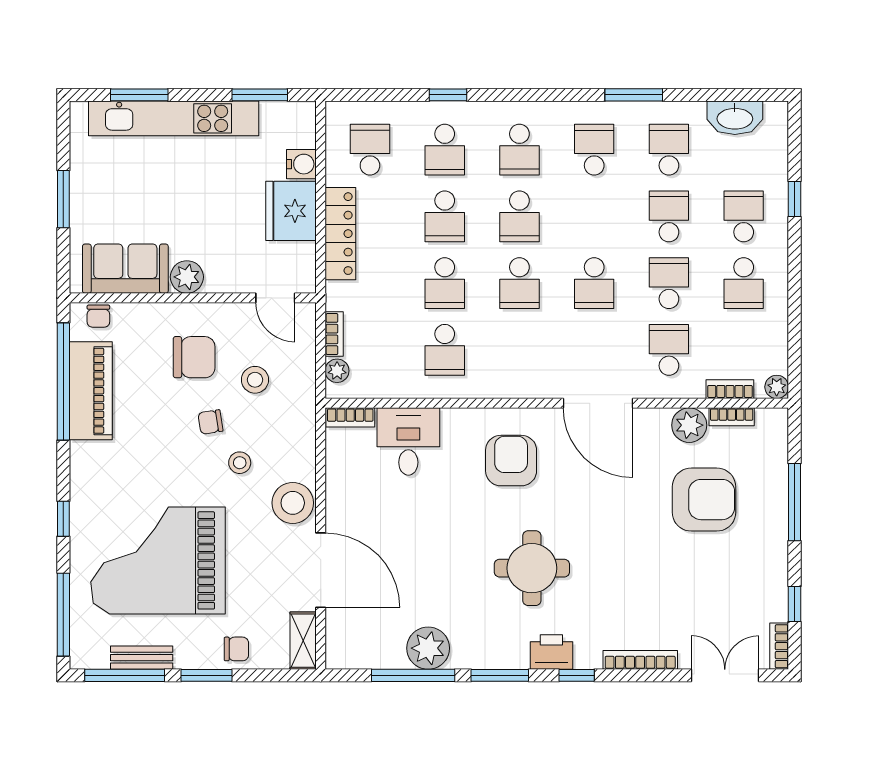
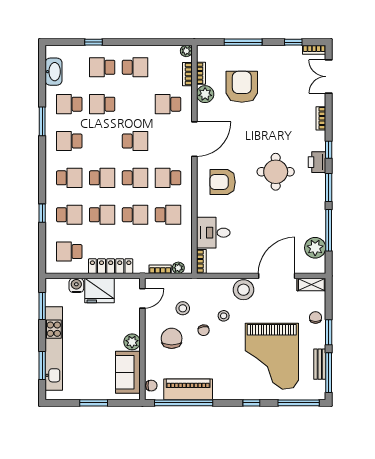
school desk: (669, 283) -> (168, 178), moved
plant: (428, 648) -> (315, 248), moved
bookcase: (640, 660) -> (321, 118), width x0.64

